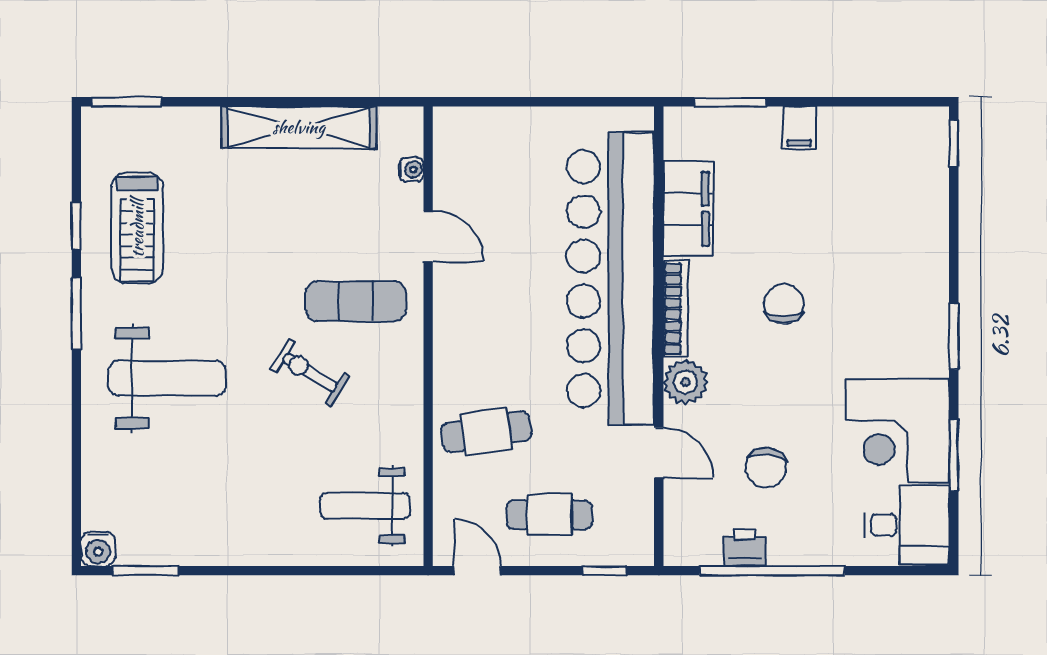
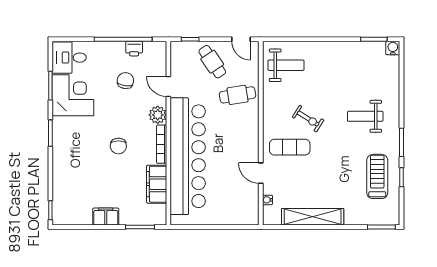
filing cabinet: (799, 128) -> (106, 217), width x2.00
weight bench: (167, 378) -> (365, 116), width x0.73, depth x0.75
cafe table: (549, 515) -> (212, 62), turned 56

